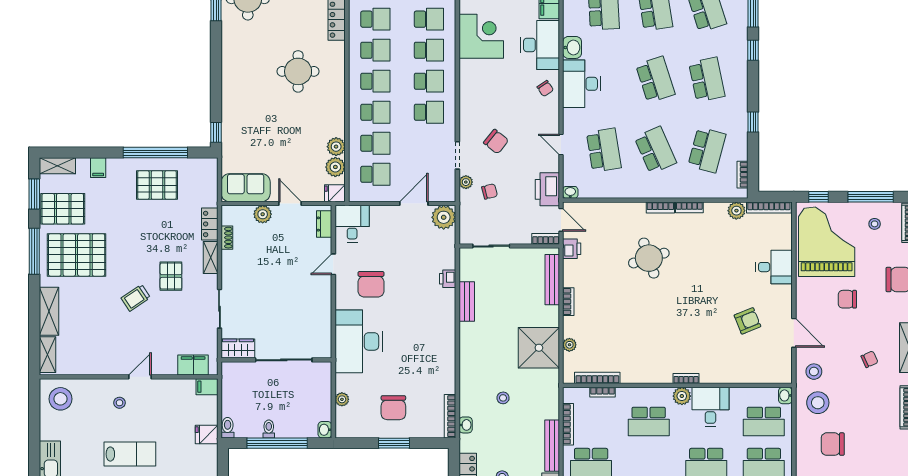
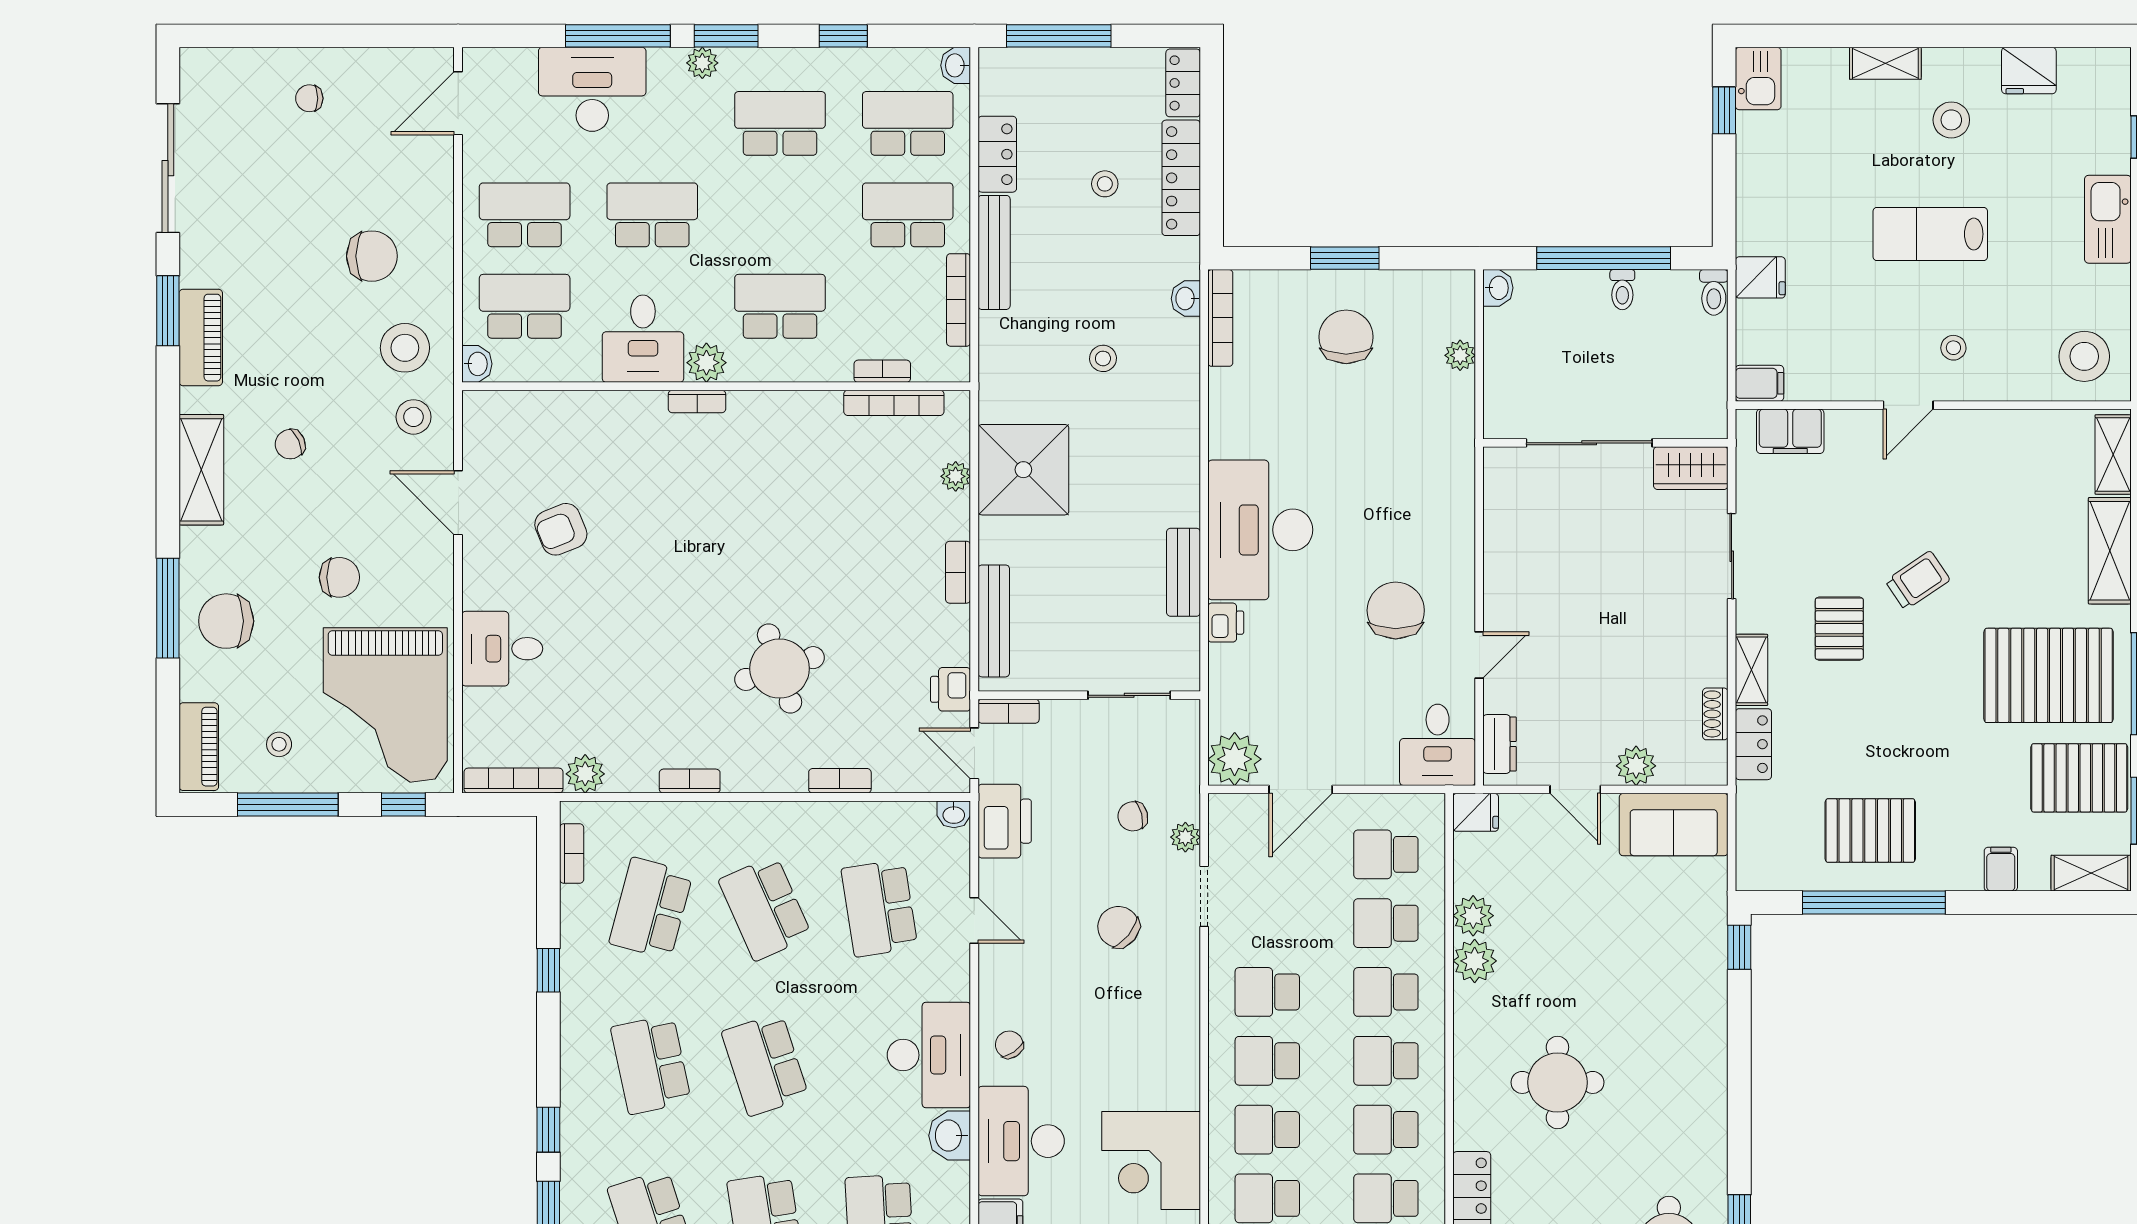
plant: (335, 167) -> (1475, 961), moved
bookcase: (660, 207) -> (840, 781), moved
desk: (359, 341) -> (1260, 530), moved, turned 180

